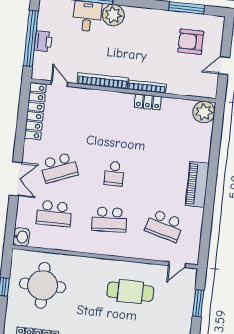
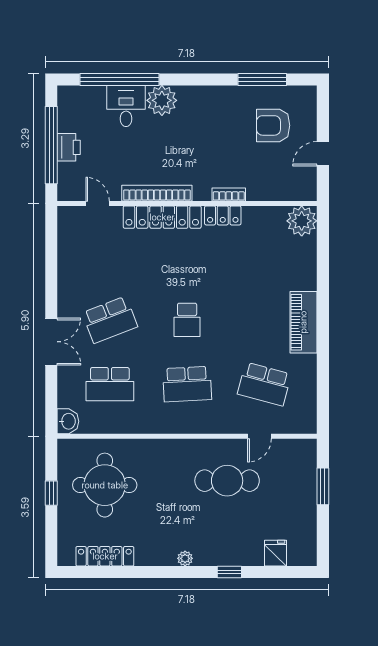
bookcase: (147, 87) -> (229, 194), width x0.64
locker: (35, 112) -> (162, 217), moved, turned 90
door: (177, 265) -> (259, 436), moved

